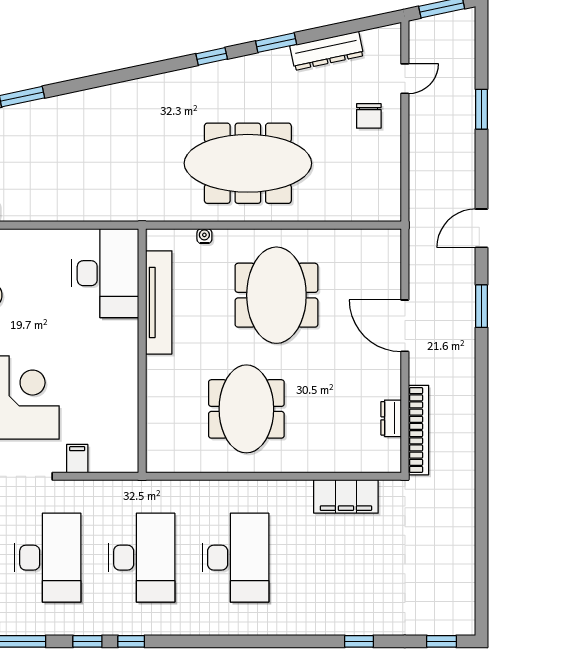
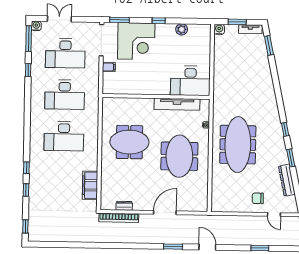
meeting table: (276, 295) -> (179, 156), turned 90
window: (131, 641) -> (26, 168), moved

